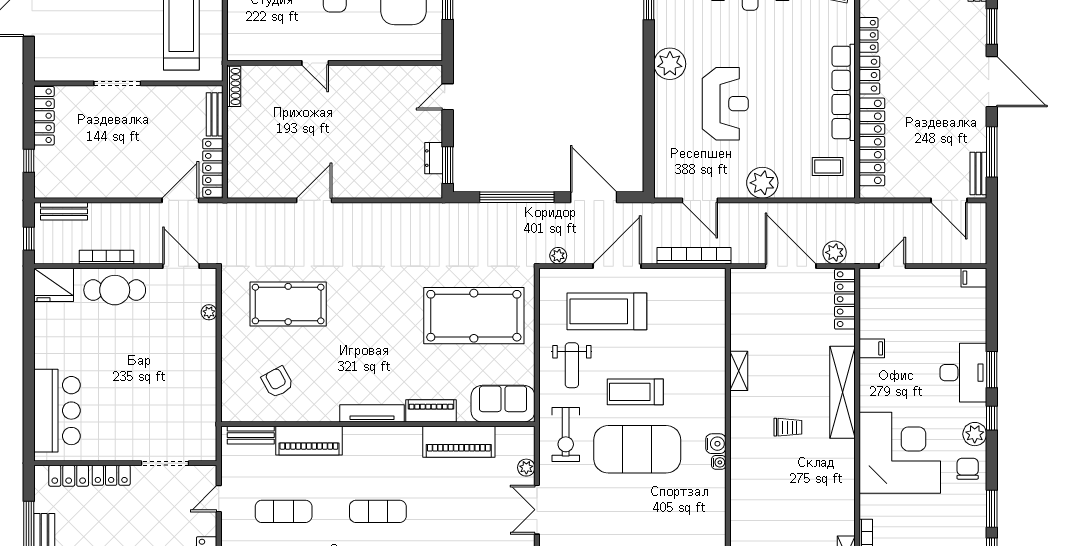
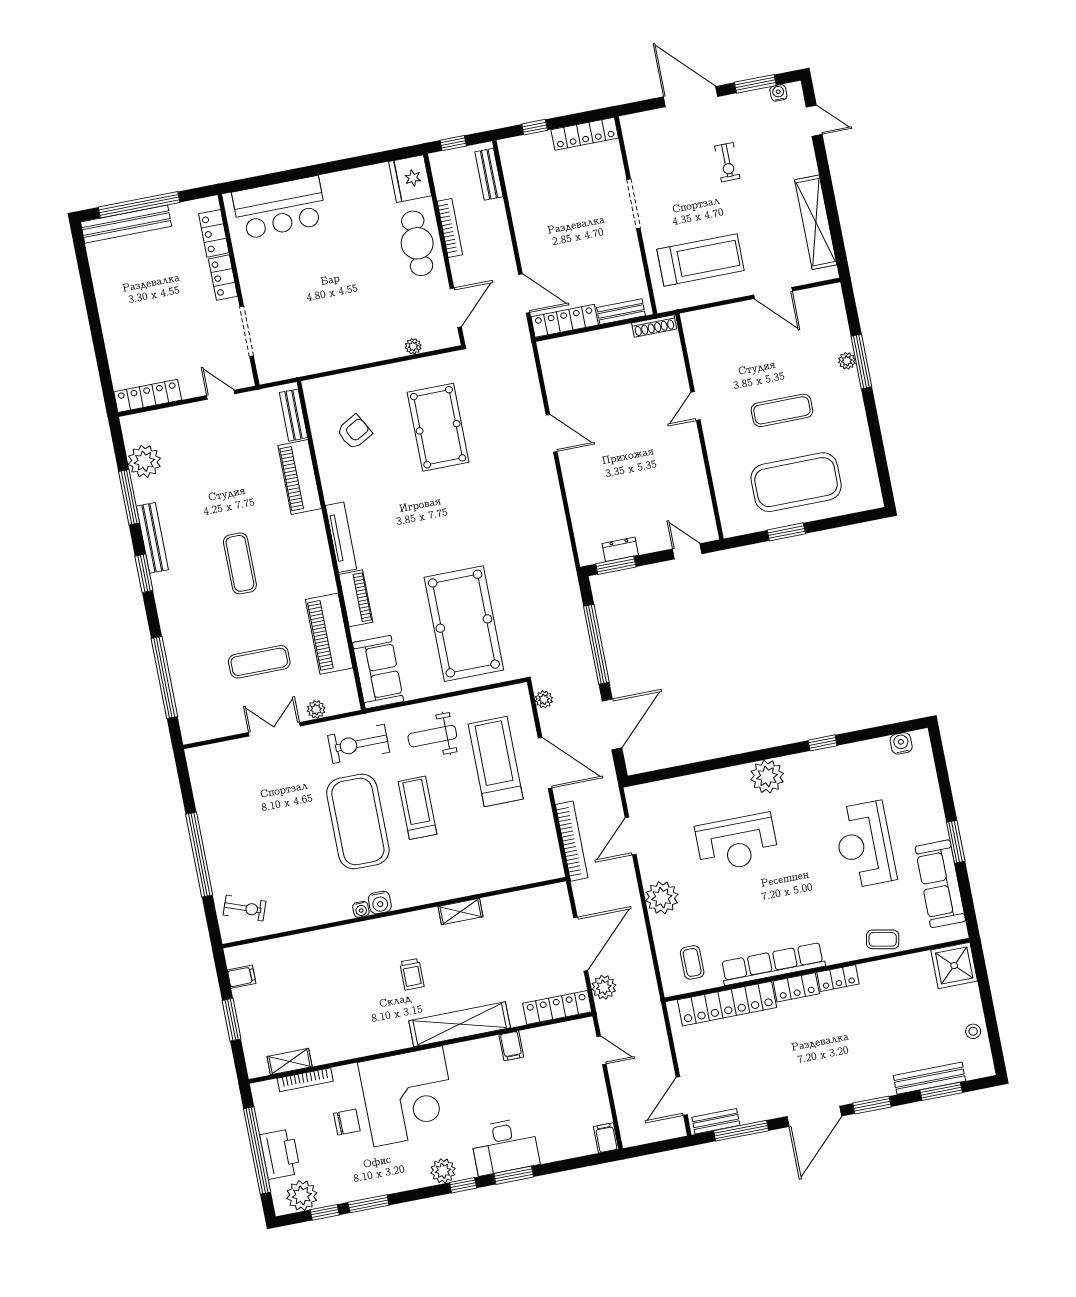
chair: (968, 469) -> (347, 1122), moved
exercise mat: (284, 511) -> (259, 662), moved, turned 90

